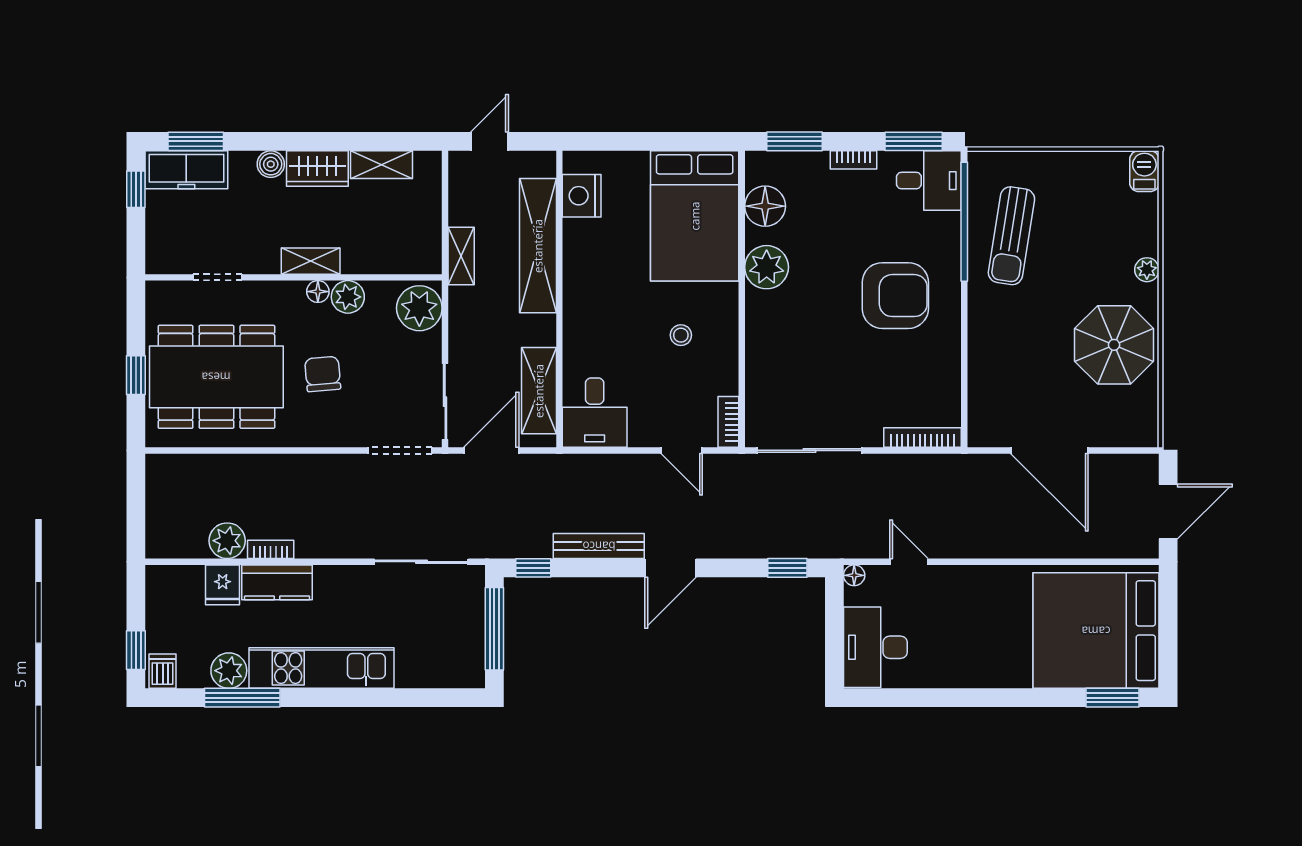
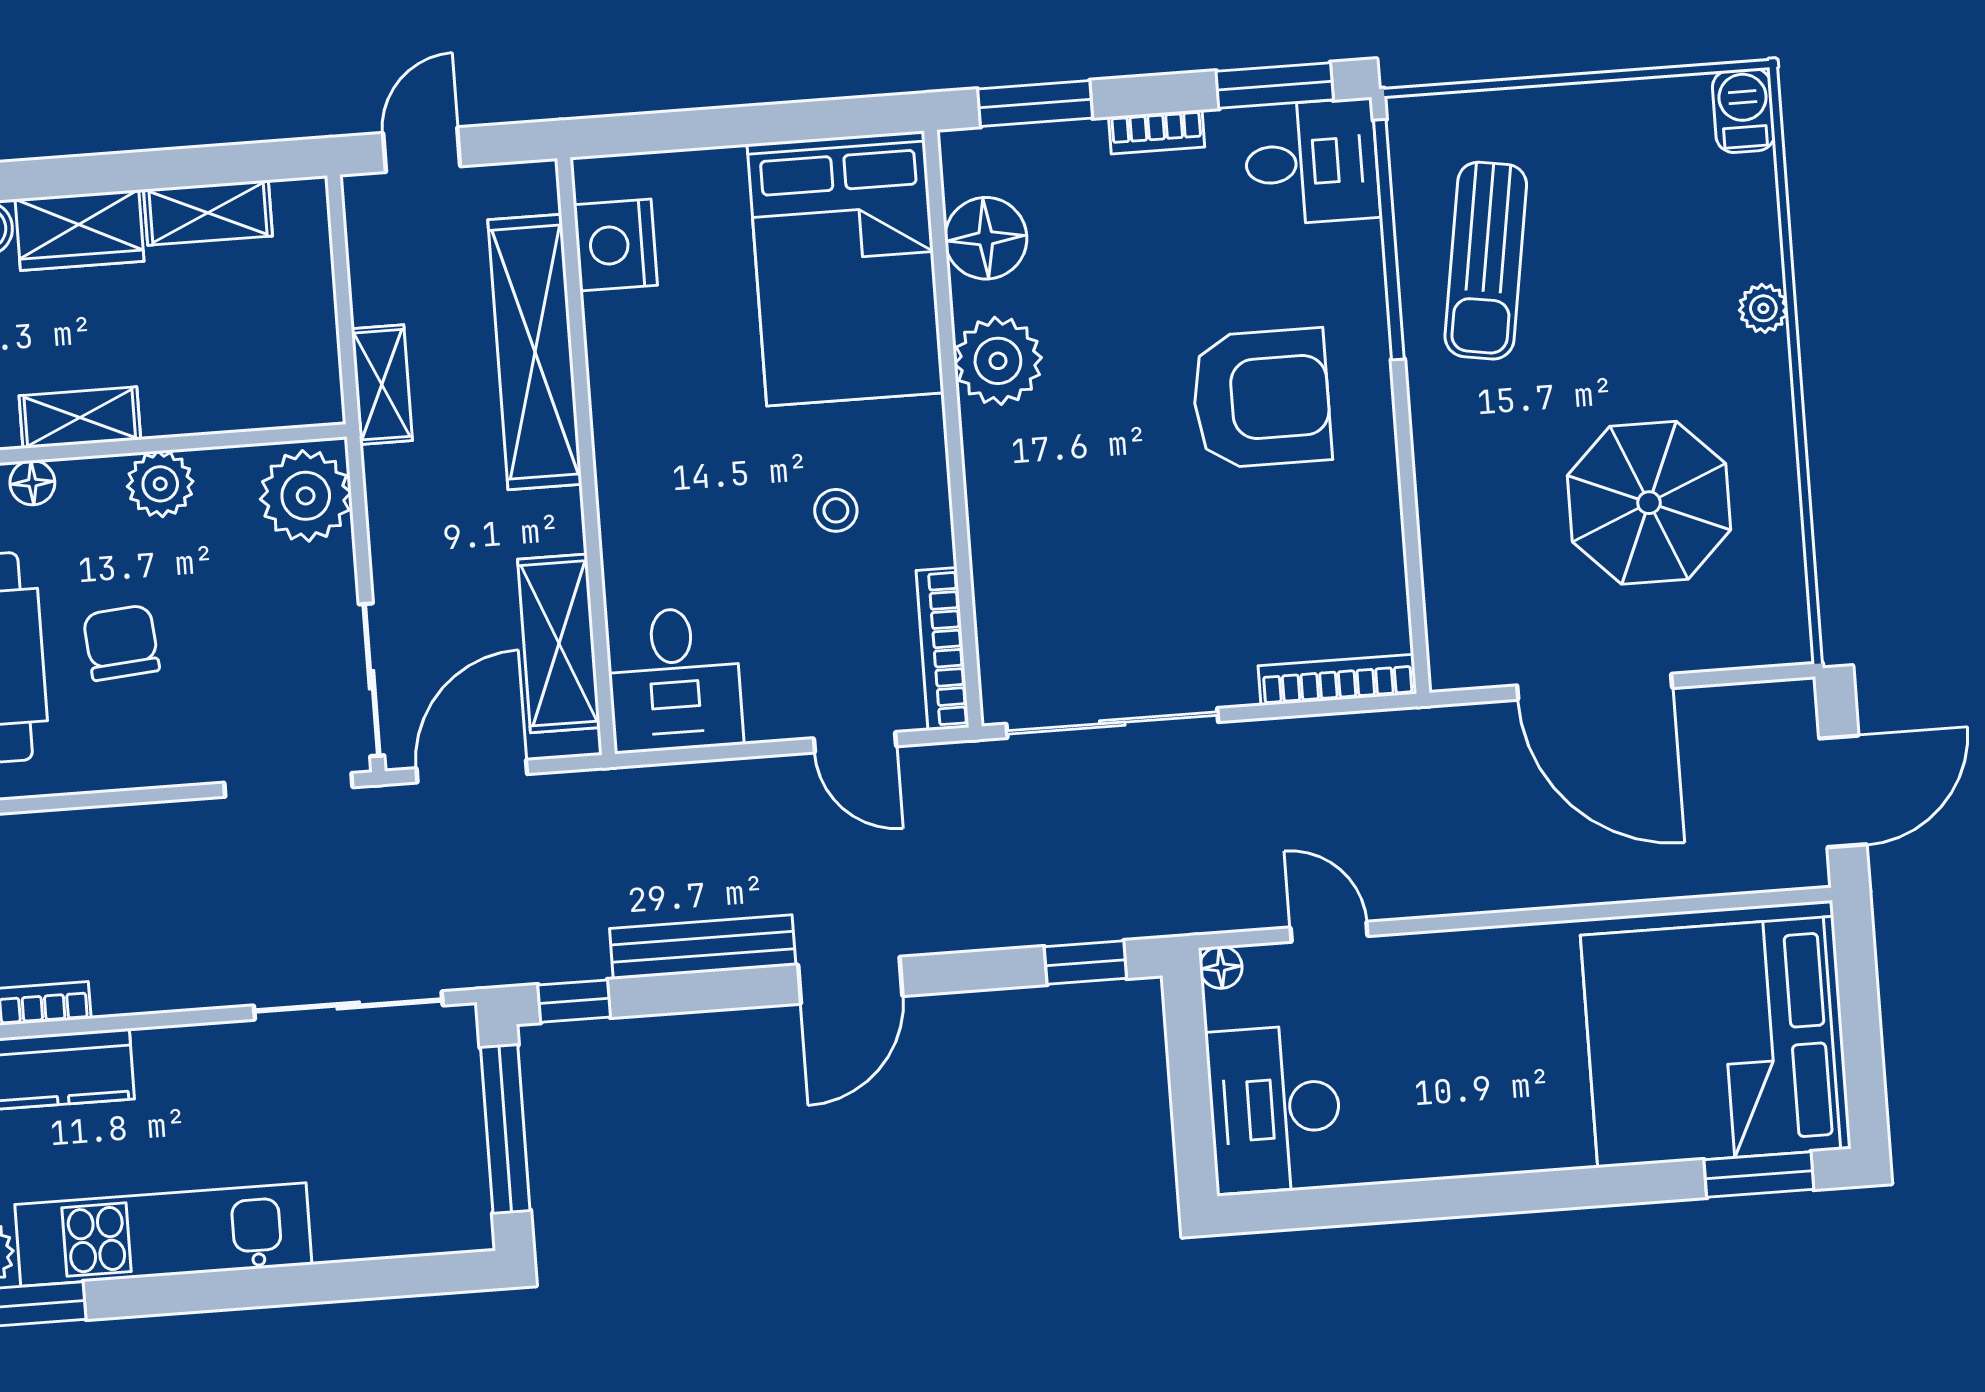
floor lamp: (318, 292) -> (32, 483), moved
parasol: (1114, 345) -> (1649, 503), moved
bookcase: (728, 422) -> (943, 649), width x1.56

